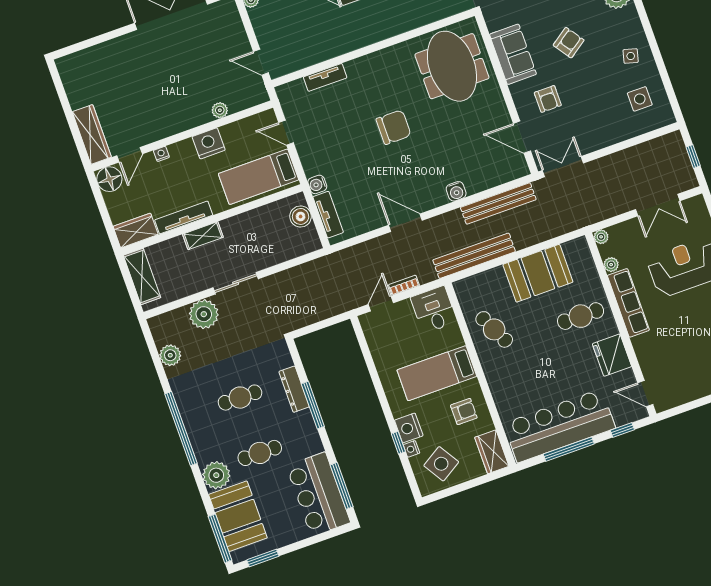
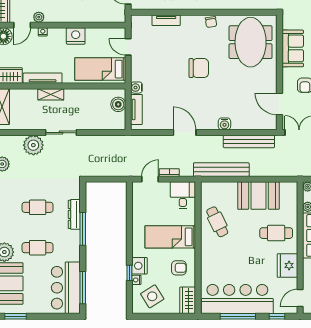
chair: (388, 58) -> (211, 22), added
plant: (220, 110) -> (39, 17), moved
door: (645, 394) -> (300, 298), hinge flipped

